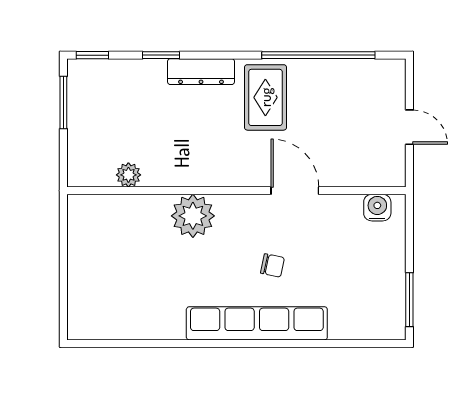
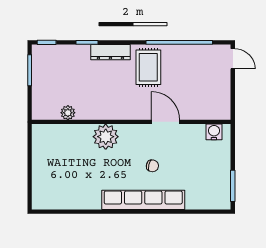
door: (409, 127) -> (233, 59), moved

